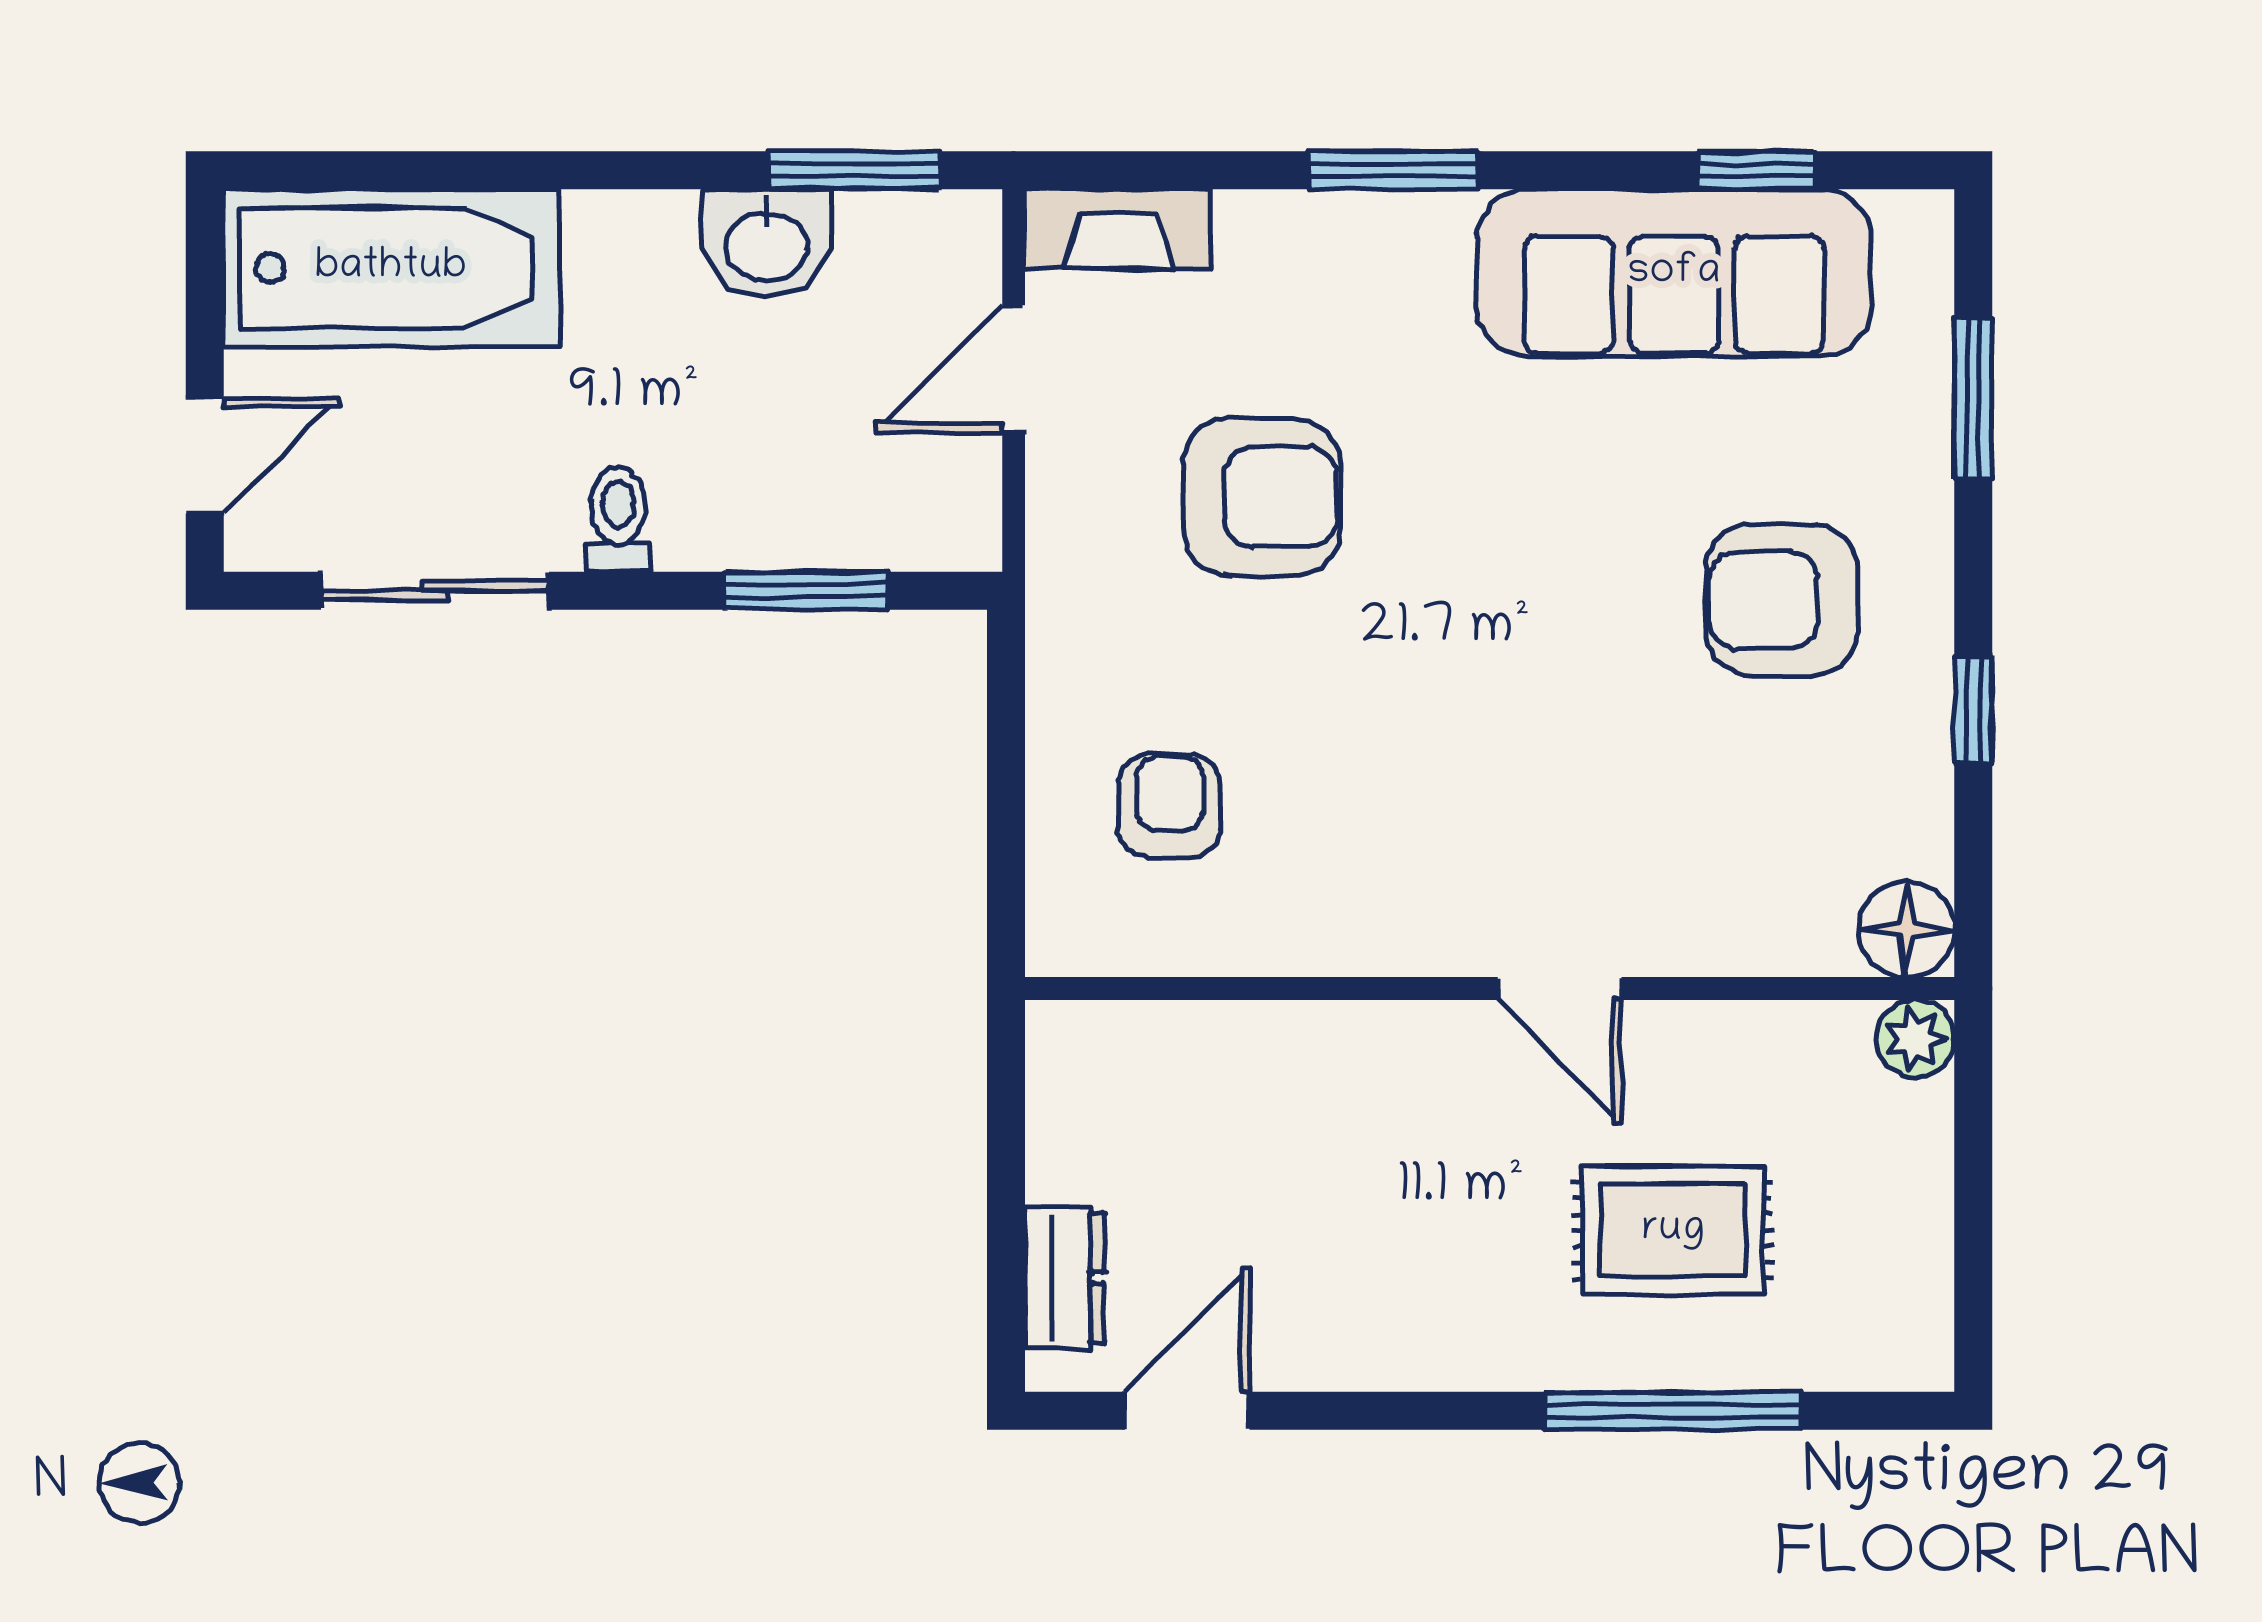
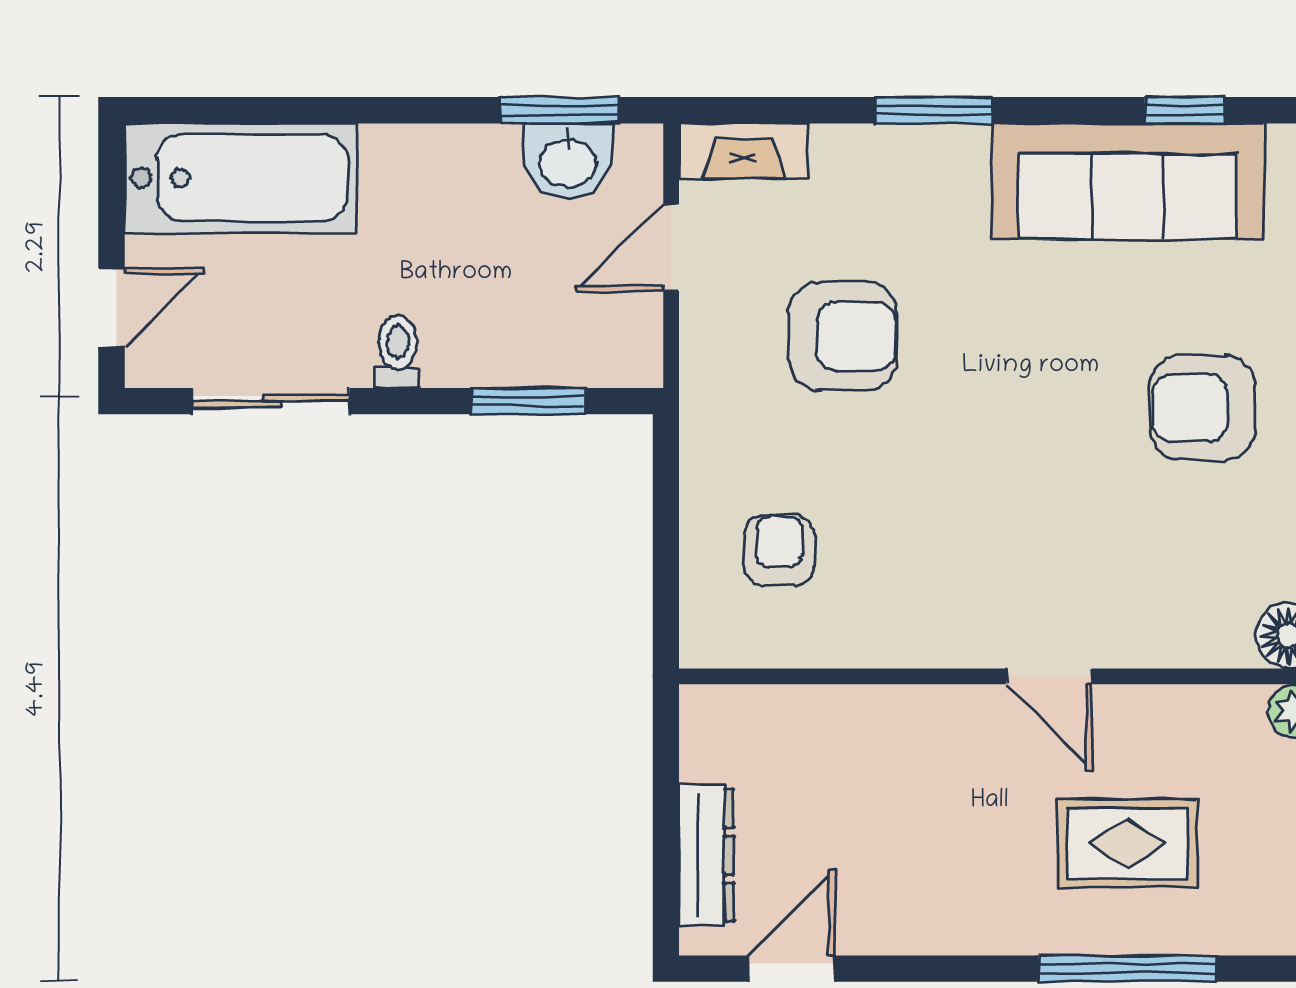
washbasin: (767, 244) -> (568, 161), moved
dresser: (1065, 1278) -> (707, 855), width x1.44

